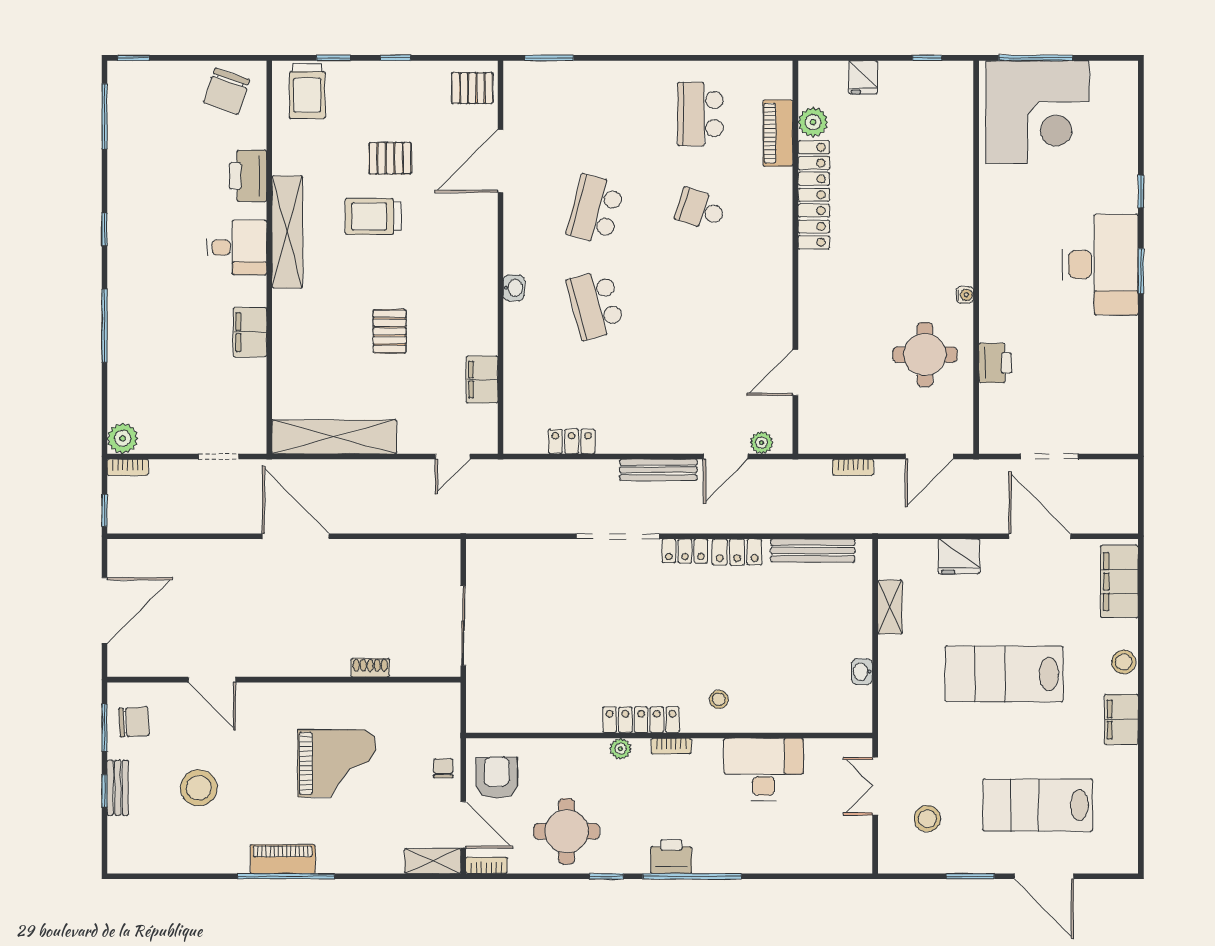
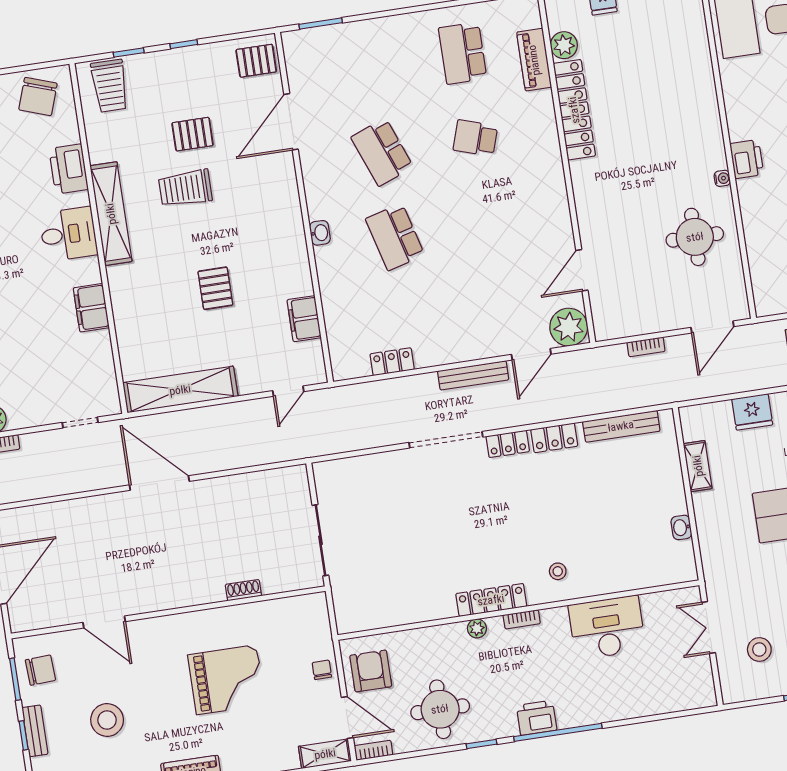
school desk: (595, 209) -> (382, 152), turned -36
printer: (995, 363) -> (747, 159), moved
plant: (762, 443) -> (569, 327), width x1.88, depth x1.88

